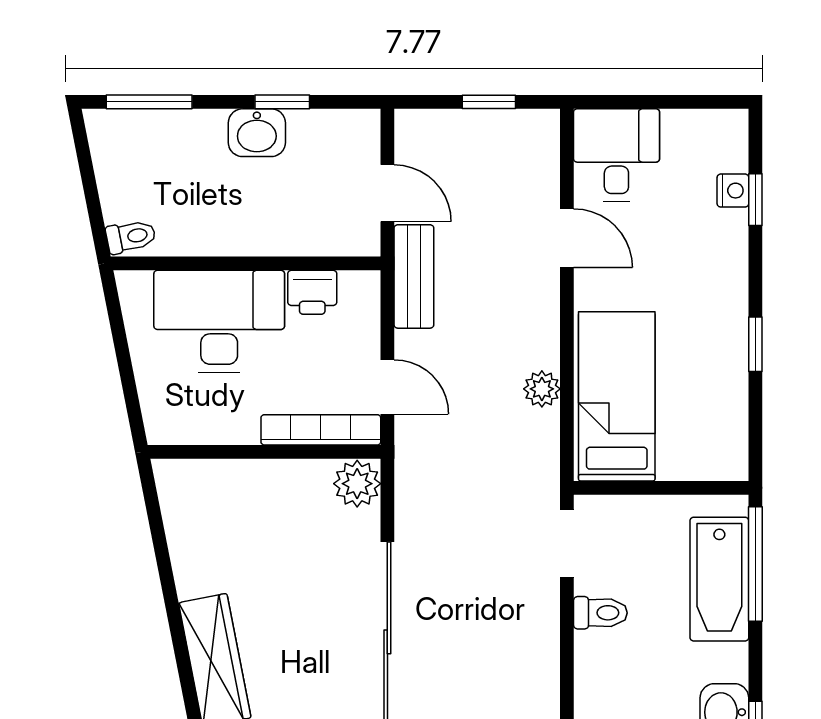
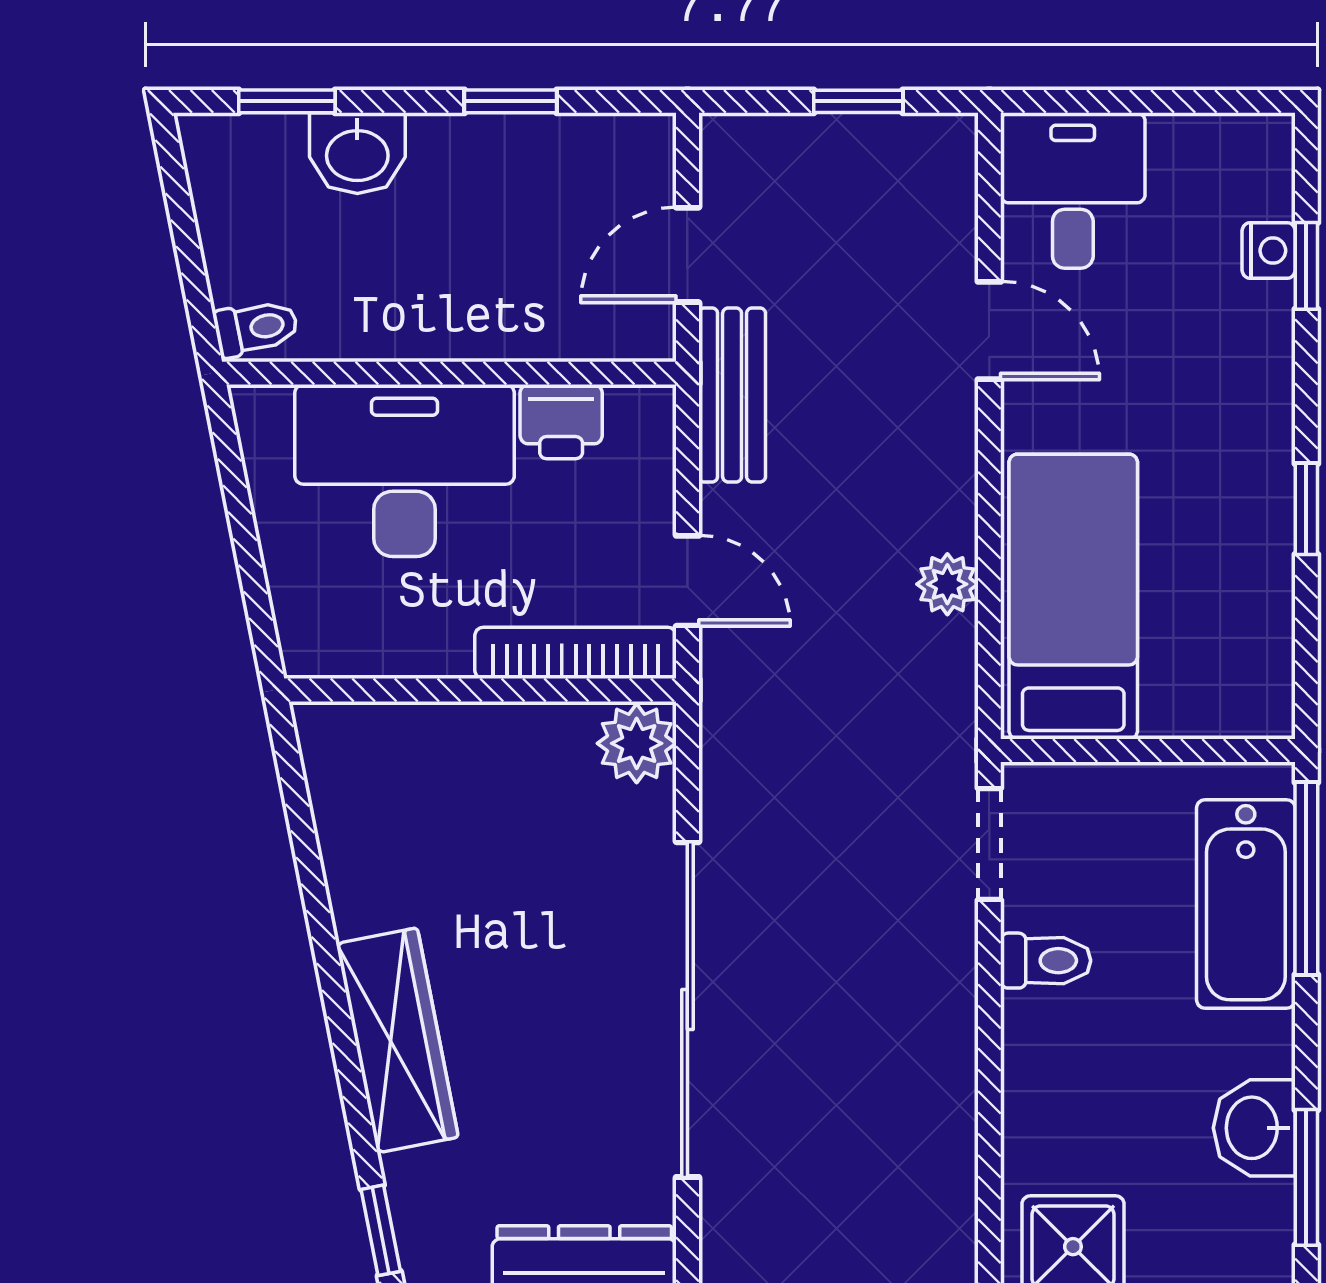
window: (149, 102) -> (287, 101), width x0.67
washbasin: (257, 133) -> (357, 153), moved
door: (387, 193) -> (687, 255), swing flipped

